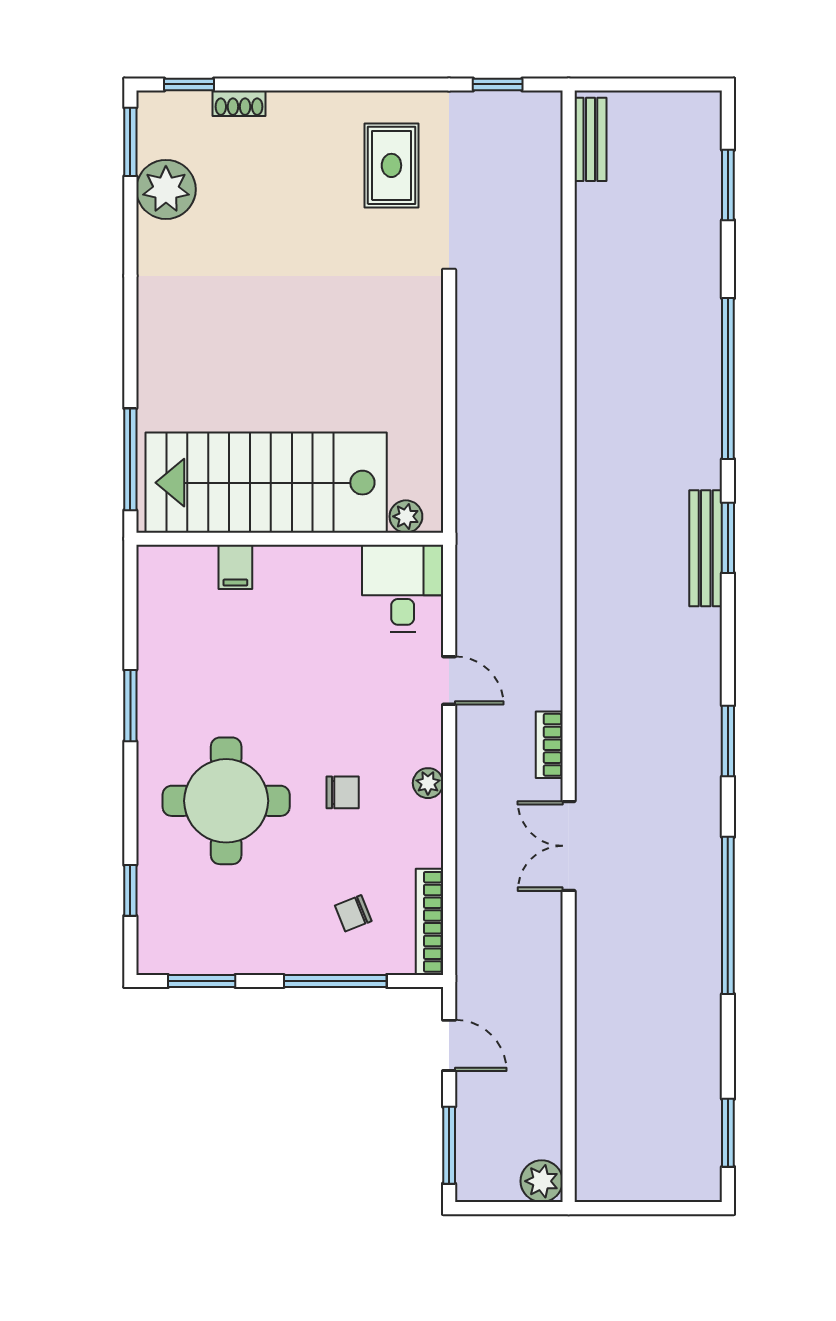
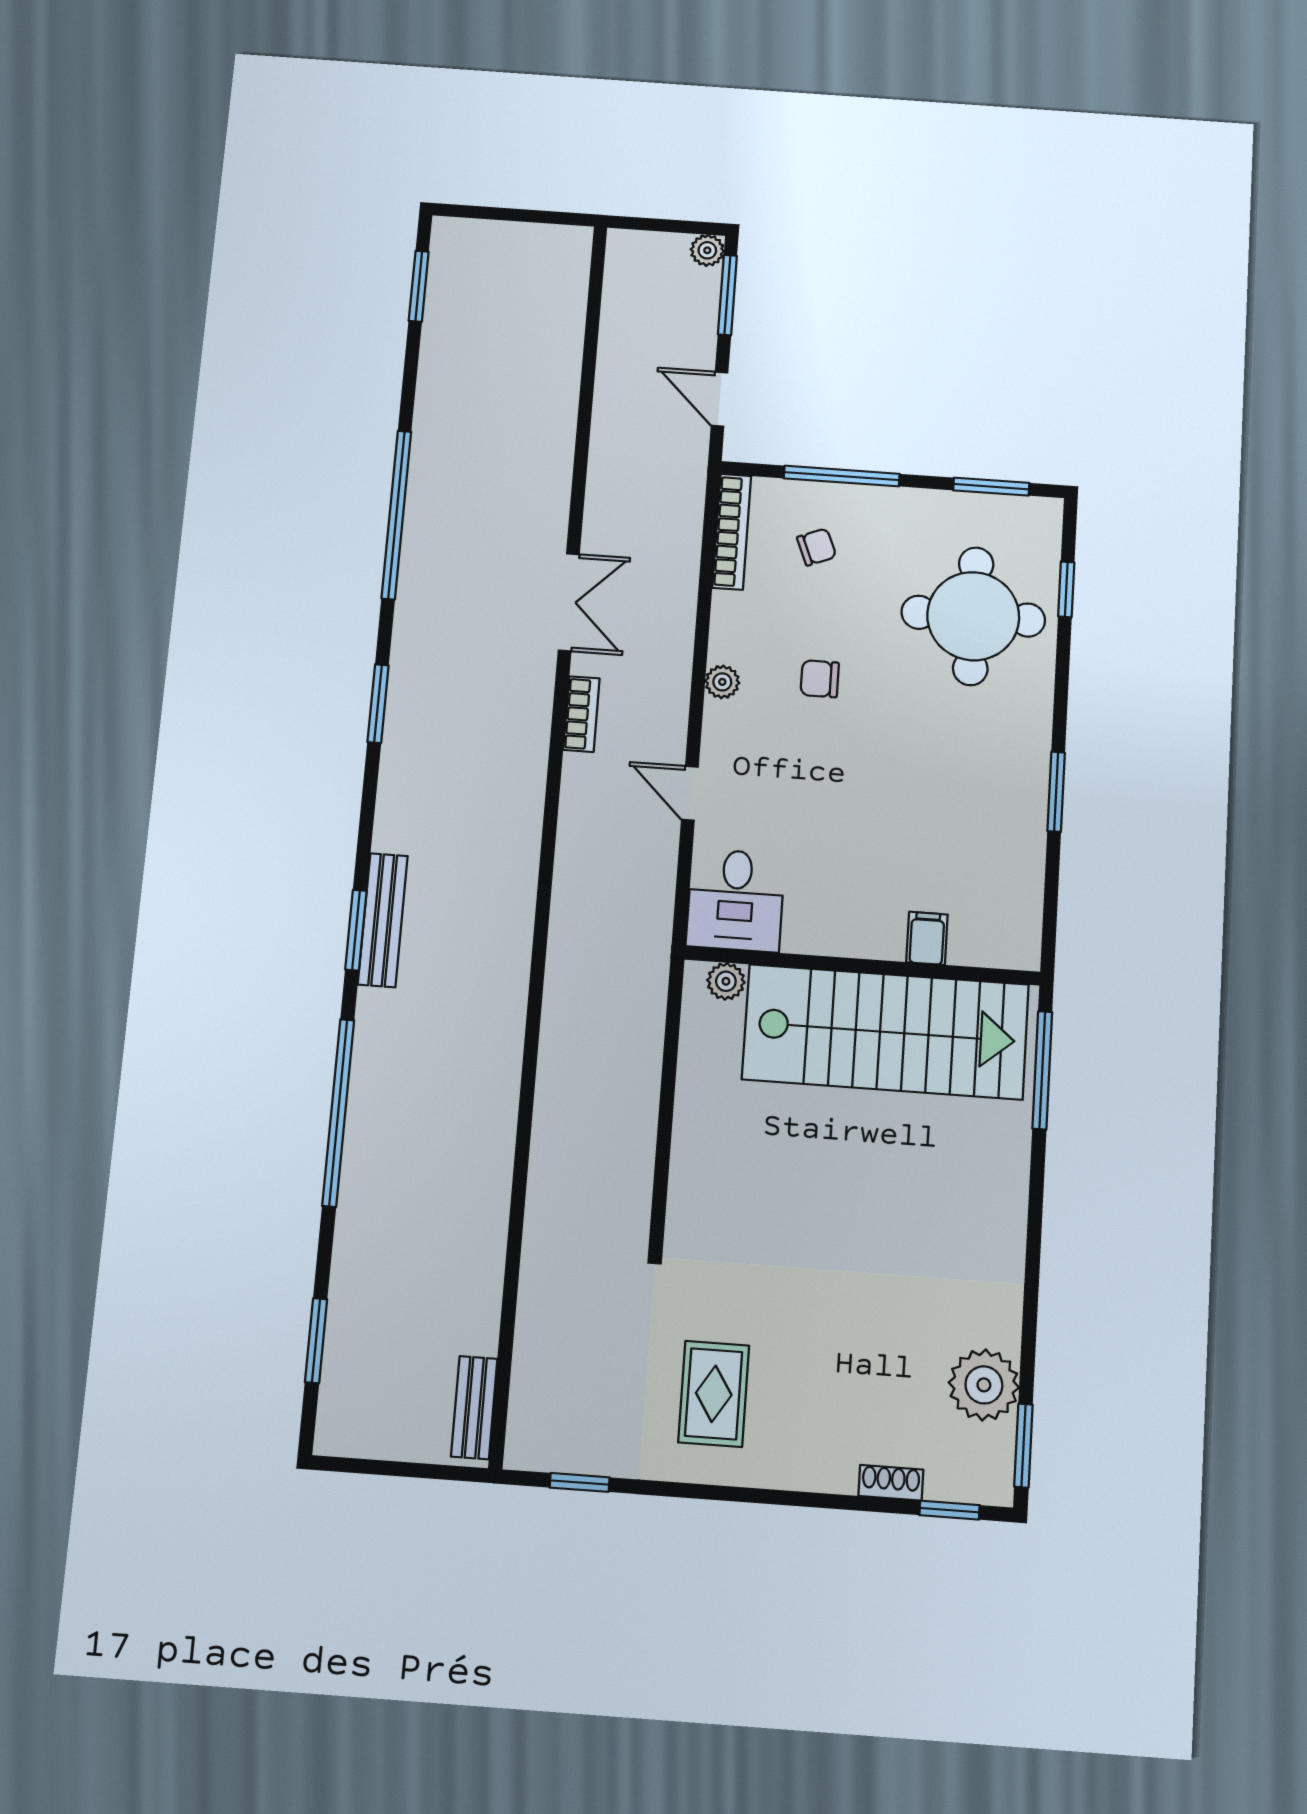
round table: (226, 801) -> (973, 616), moved
plant: (542, 1181) -> (707, 250), moved, width x0.73, depth x0.73

